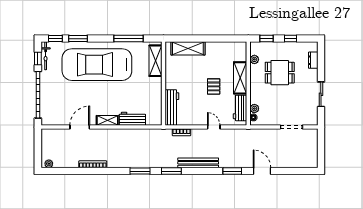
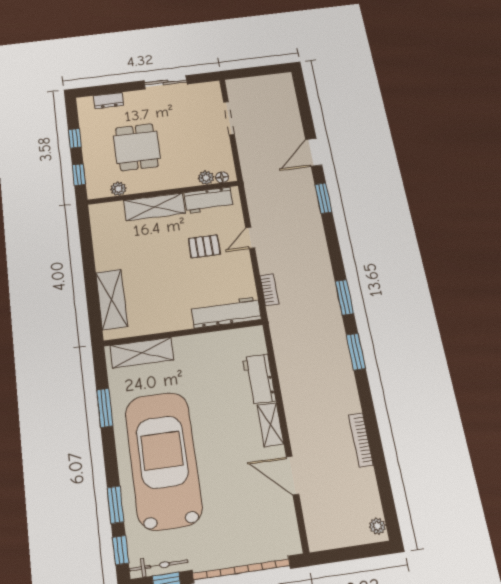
window: (128, 39) -> (105, 408), width x0.69
car: (97, 65) -> (163, 460), turned 180
pallet: (214, 86) -> (204, 246), moved
bench: (198, 163) -> (320, 255), removed

